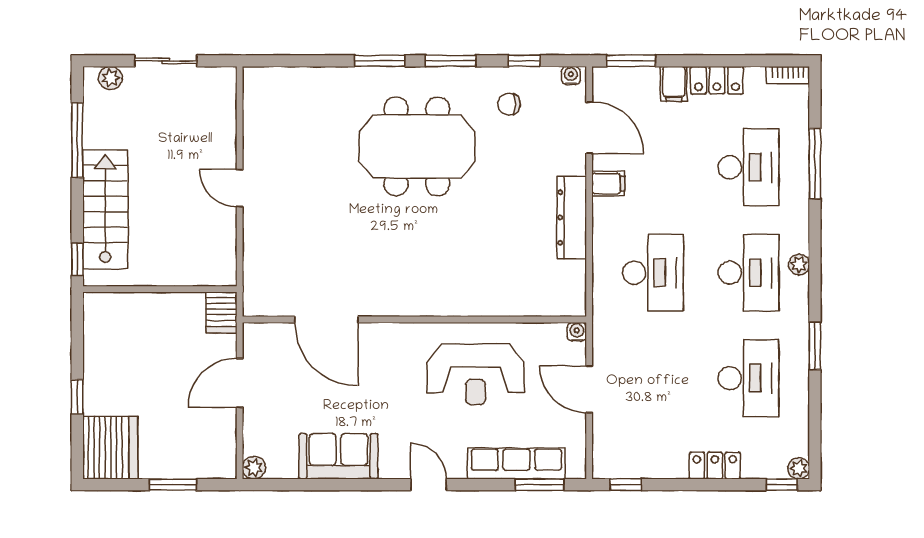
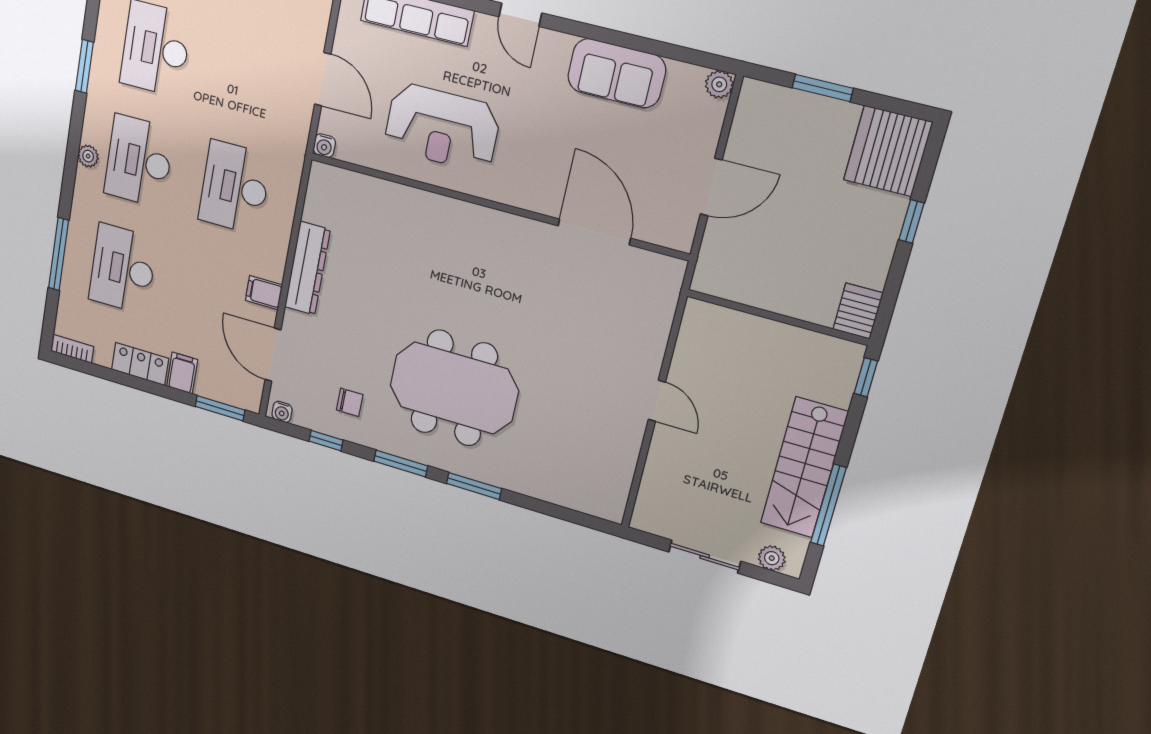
stairs: (105, 209) -> (804, 468), moved
server rack: (221, 313) -> (858, 311), moved
reception desk: (475, 374) -> (442, 128), turned 180

